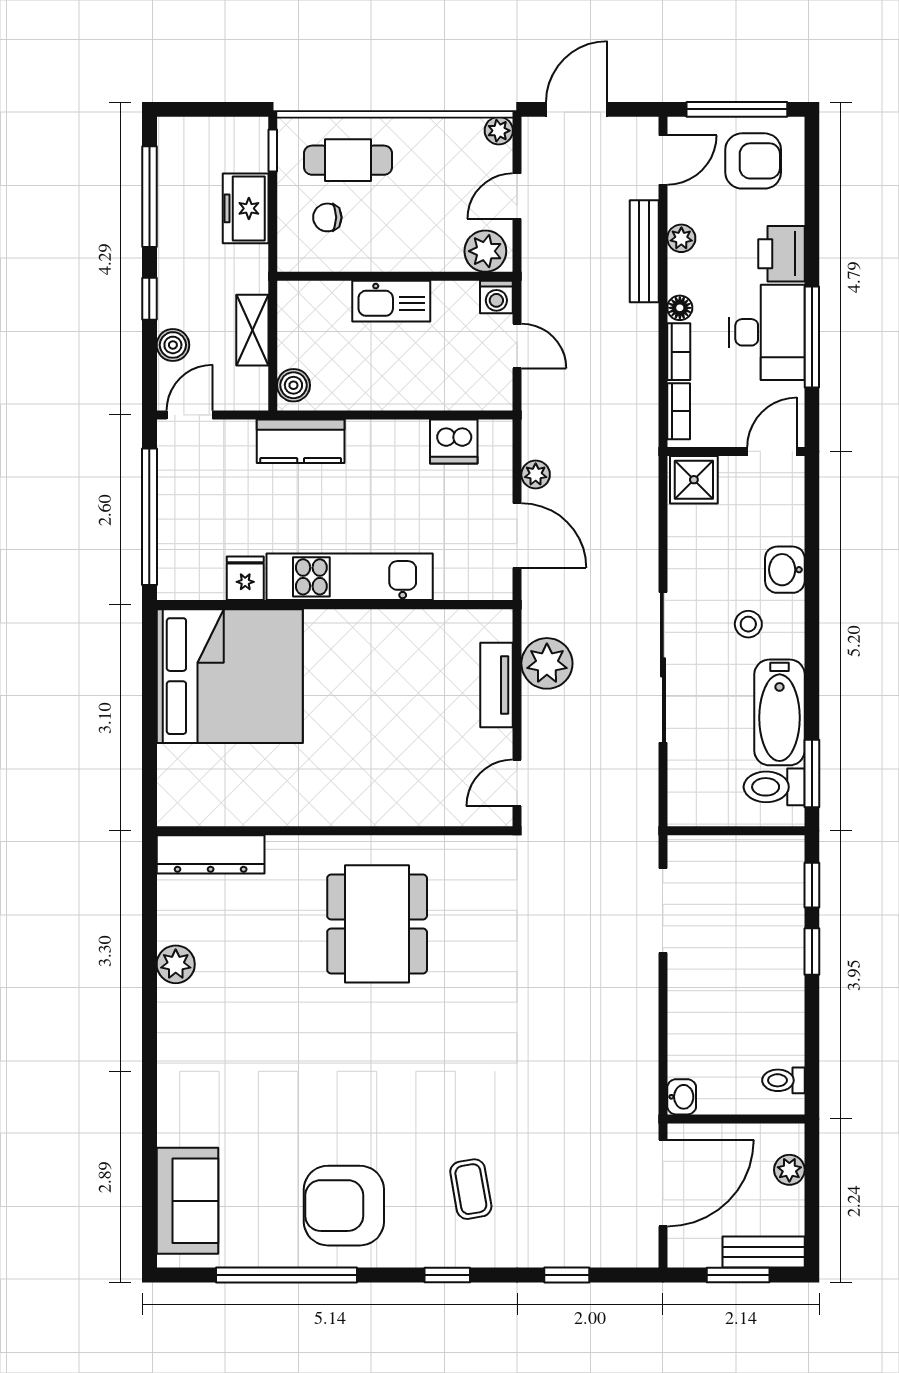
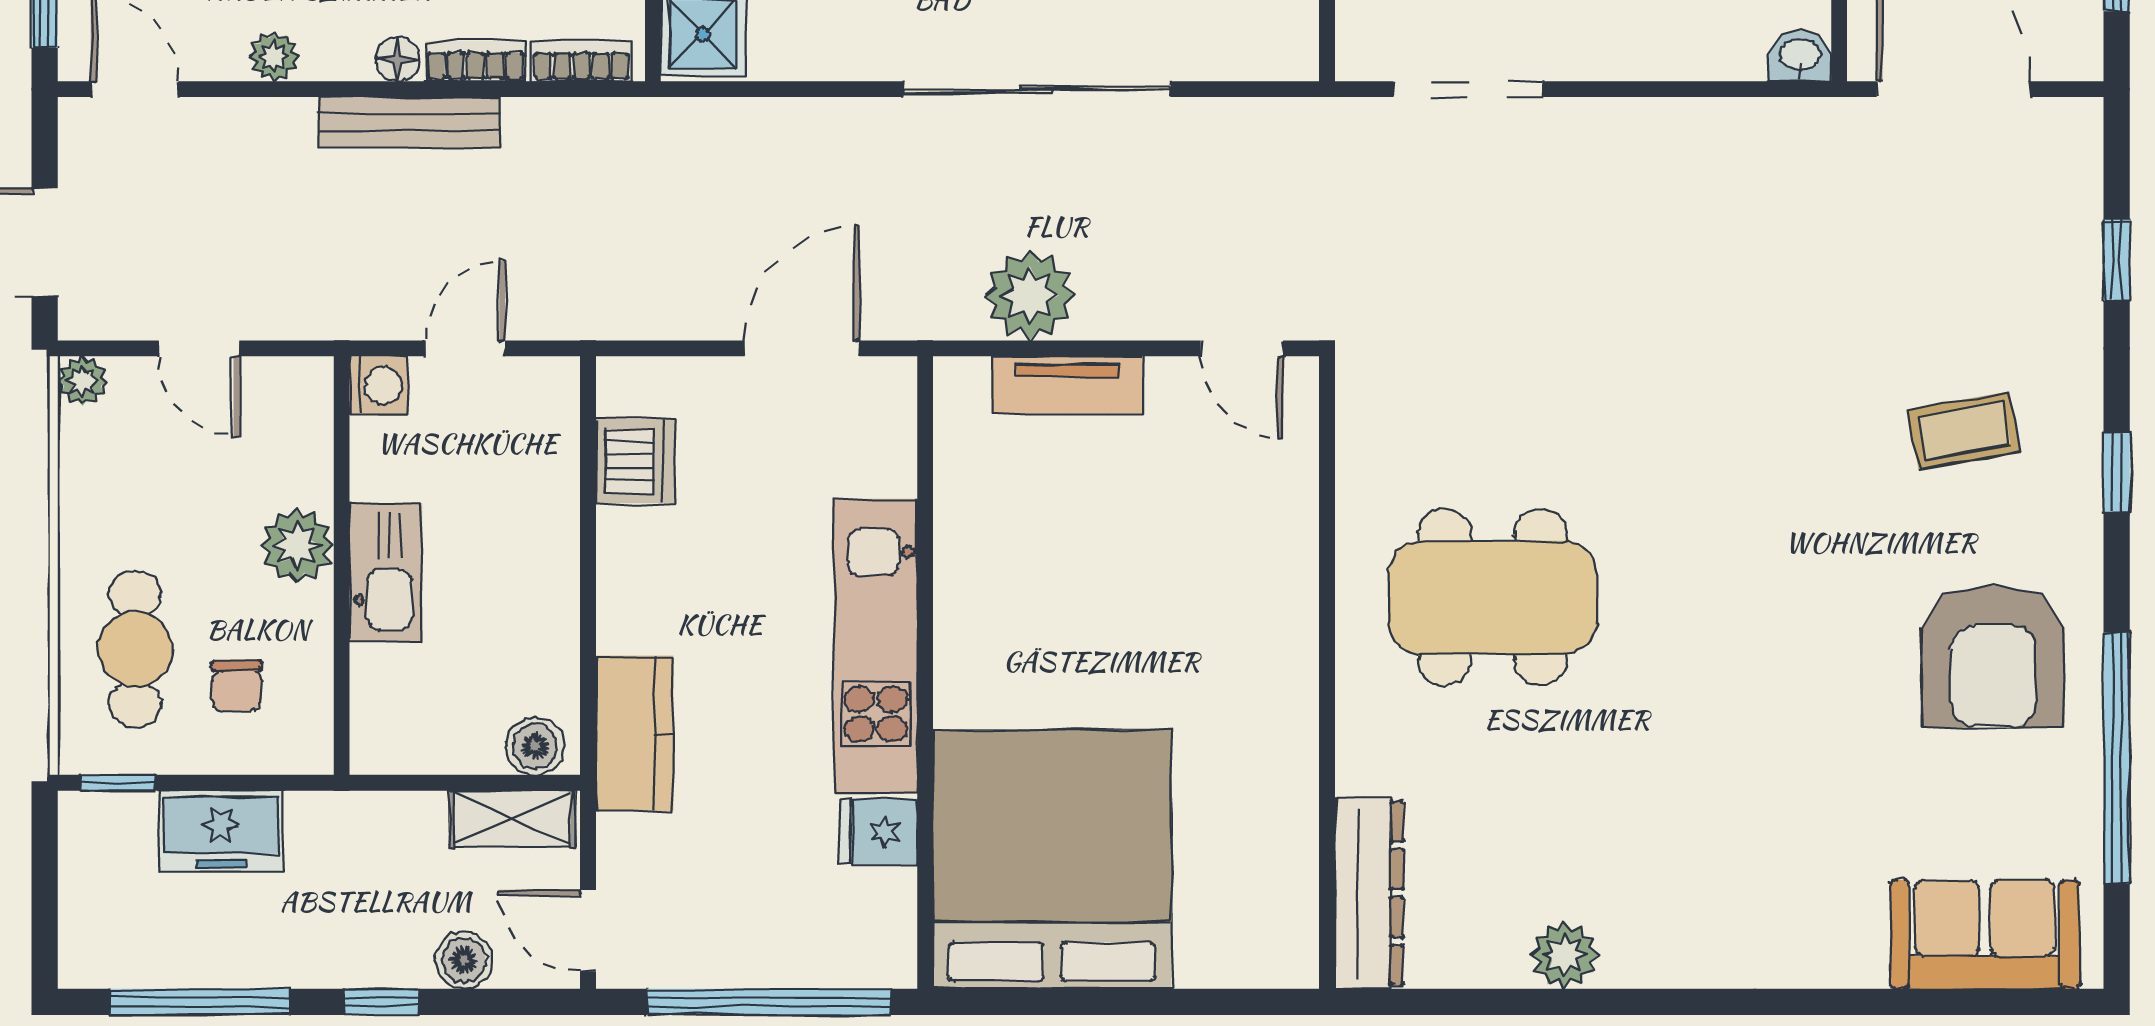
plant: (485, 251) -> (297, 545), moved
bench: (644, 251) -> (409, 122), moved
shelving: (252, 330) -> (512, 819), moved
plant: (536, 475) -> (694, 316), removed

